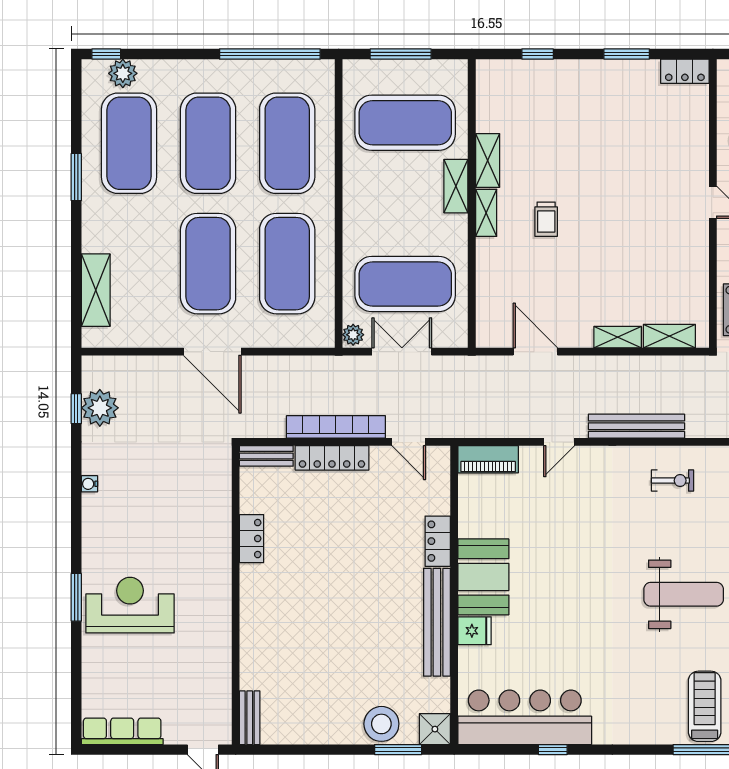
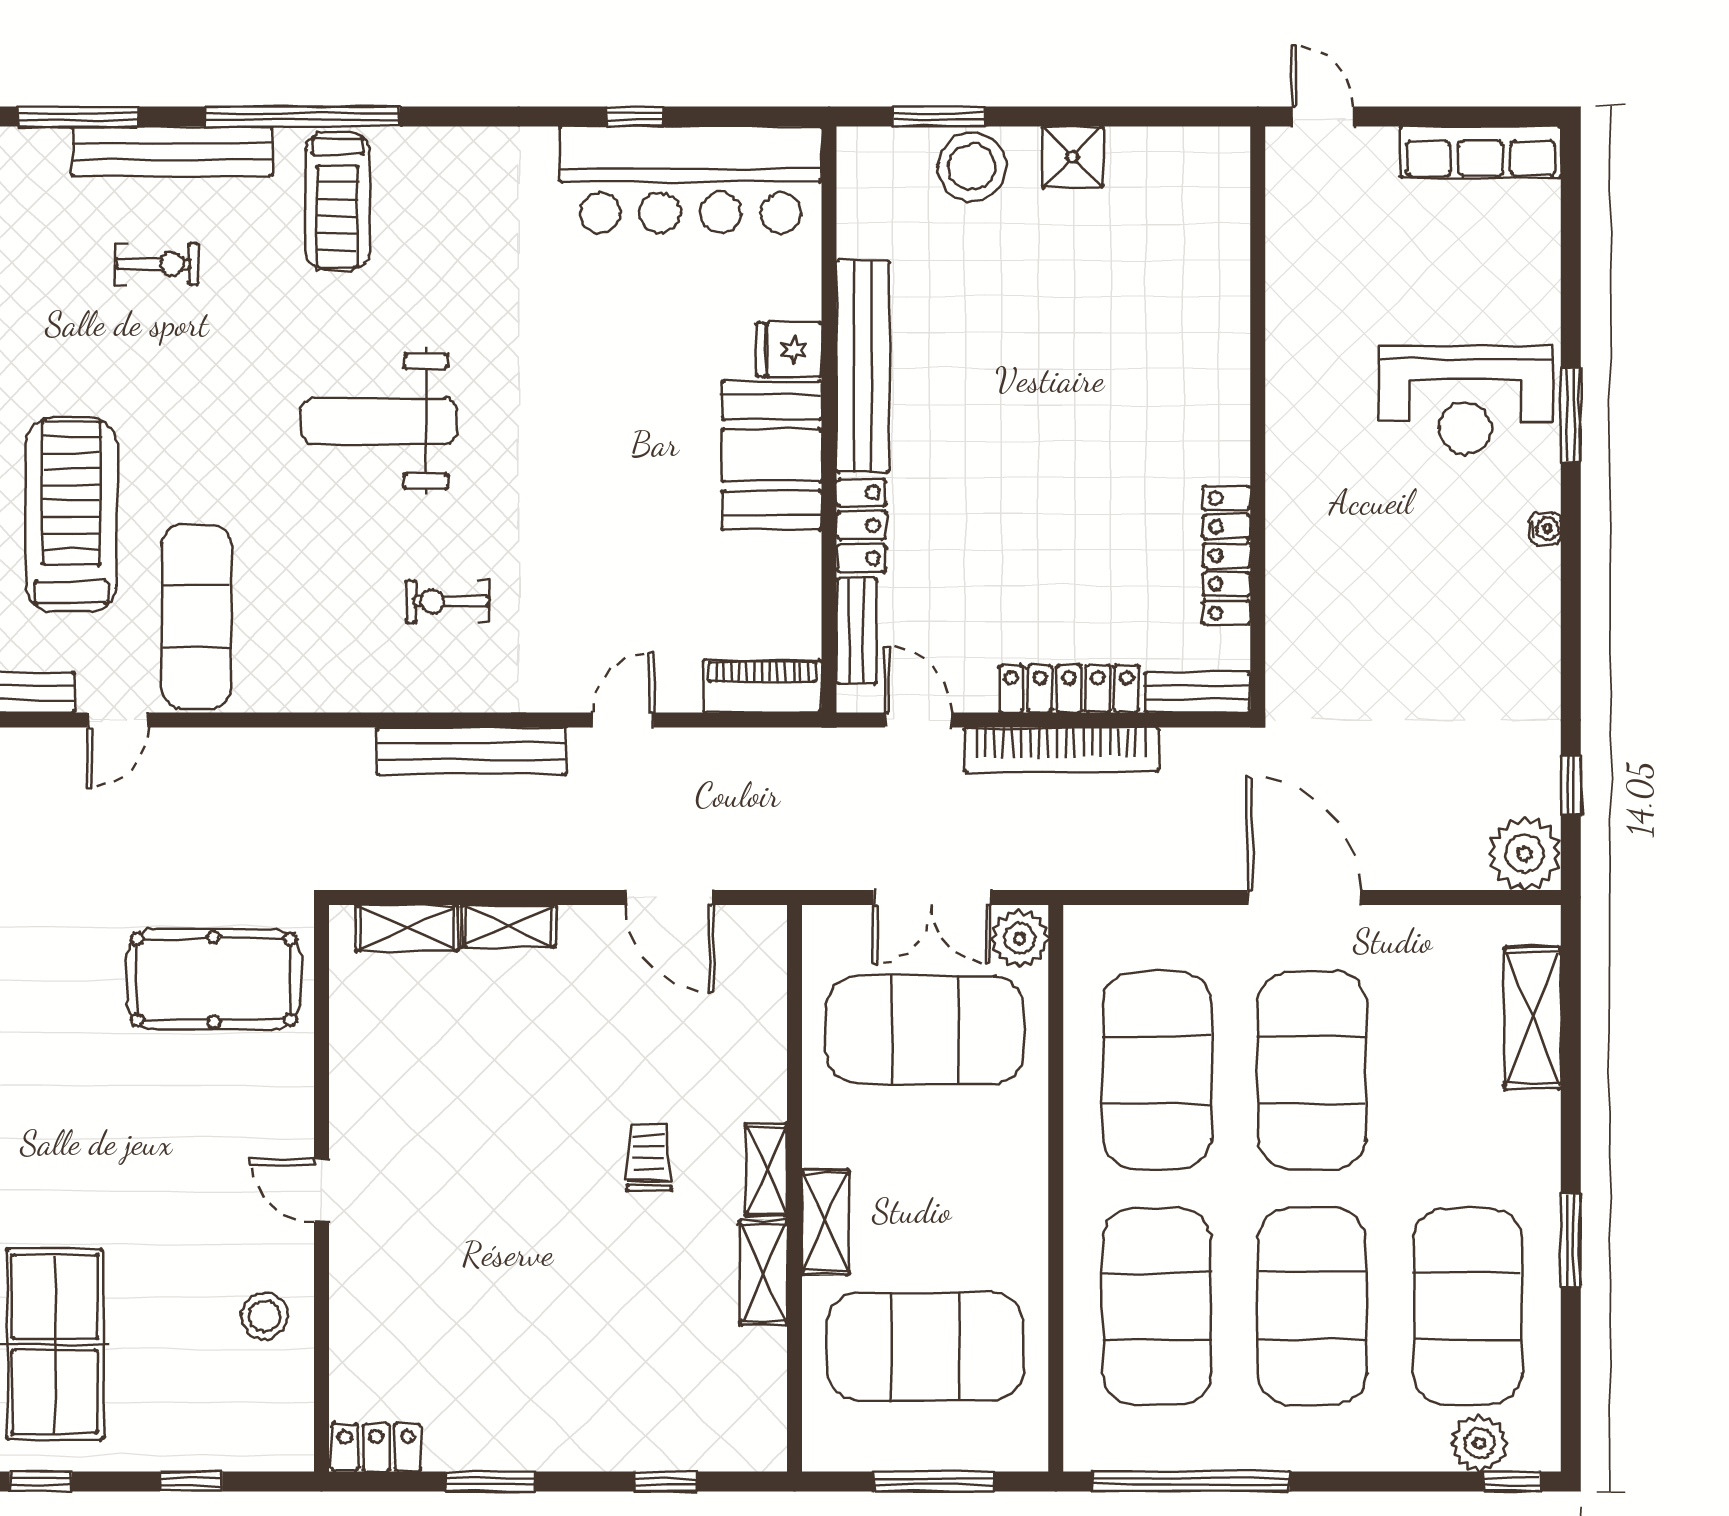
plant: (353, 335) -> (1020, 938), width x1.38, depth x1.38
plant: (100, 408) -> (1524, 854), moved
exercise bike: (673, 481) -> (447, 602), moved
water cooler: (89, 484) -> (1545, 529), moved
locker: (252, 539) -> (1227, 555), width x1.53
bench: (250, 718) -> (857, 631), moved
shower: (435, 729) -> (1073, 157), moved

